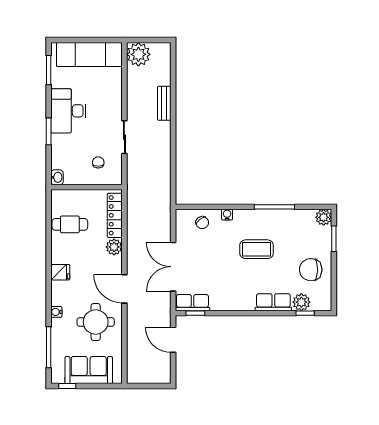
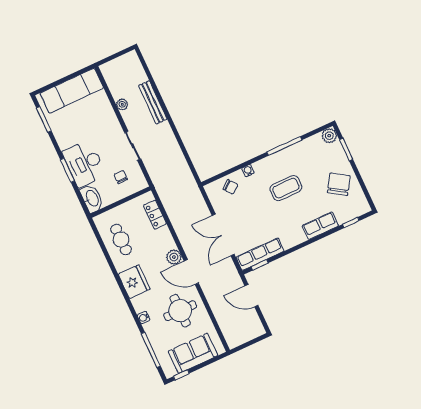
plant: (138, 54) -> (122, 104), moved, width x0.53, depth x0.53
bench: (164, 103) -> (153, 102), width x1.36
desk: (68, 111) -> (84, 164), moved
washbasin: (57, 177) -> (92, 198), width x1.91, depth x1.45
locker: (115, 215) -> (155, 215), width x0.66
cafe table: (70, 224) -> (121, 239), turned 90
plant: (114, 247) -> (174, 257), moved
chair: (311, 270) -> (339, 184), turned 122
fridge: (60, 272) -> (134, 282), width x1.88, depth x1.34
plant: (301, 302) -> (344, 215), removed
row of seats: (192, 303) -> (260, 254), width x1.48

